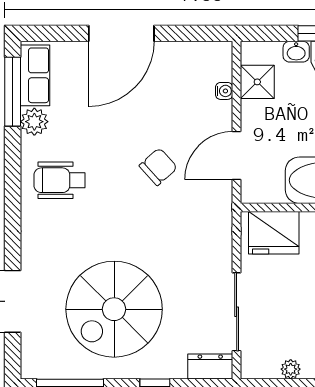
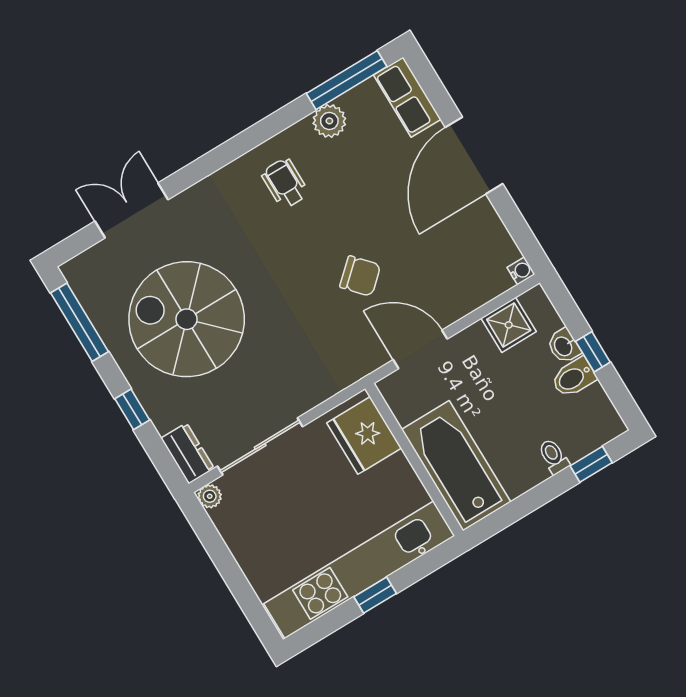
door: (121, 33) -> (474, 155), hinge flipped
row of seats: (35, 75) -> (407, 97), moved, turned 90
water cooler: (224, 91) -> (521, 271), moved, turned -90
wheelchair: (60, 180) -> (285, 183), width x0.73, depth x0.73
plant: (291, 369) -> (210, 496), moved

